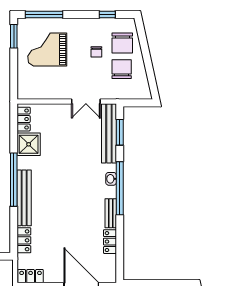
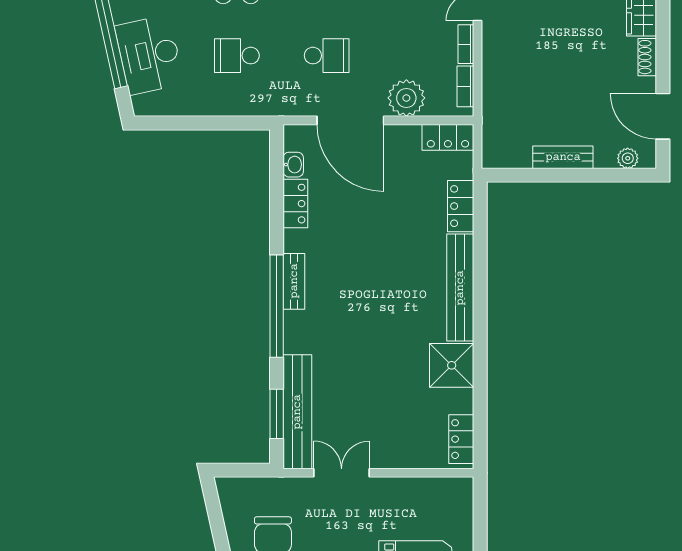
shower: (29, 144) -> (452, 365), moved
washbasin: (111, 179) -> (293, 165), moved
window: (14, 180) -> (480, 323), removed
bench: (111, 213) -> (294, 281), moved

